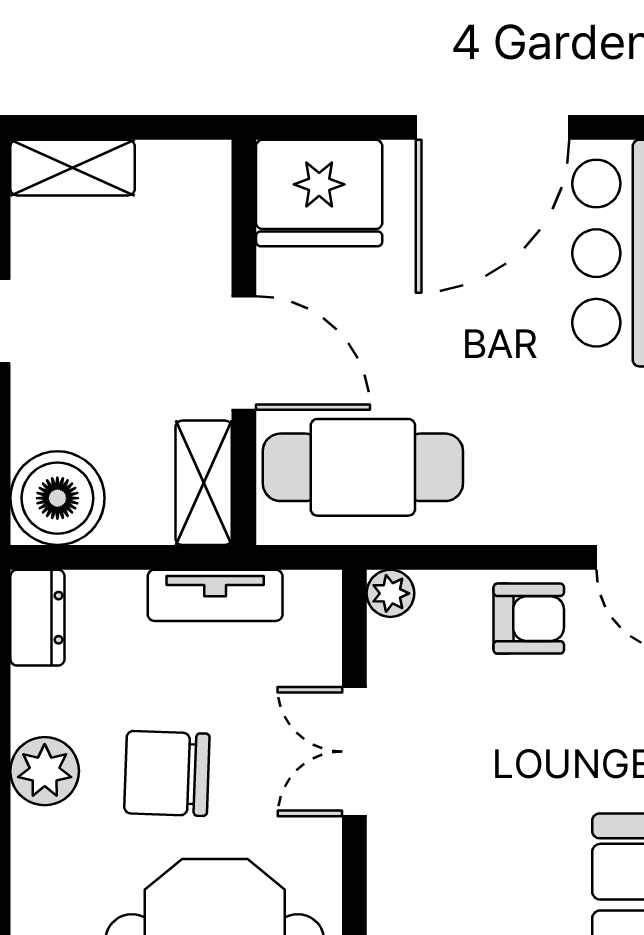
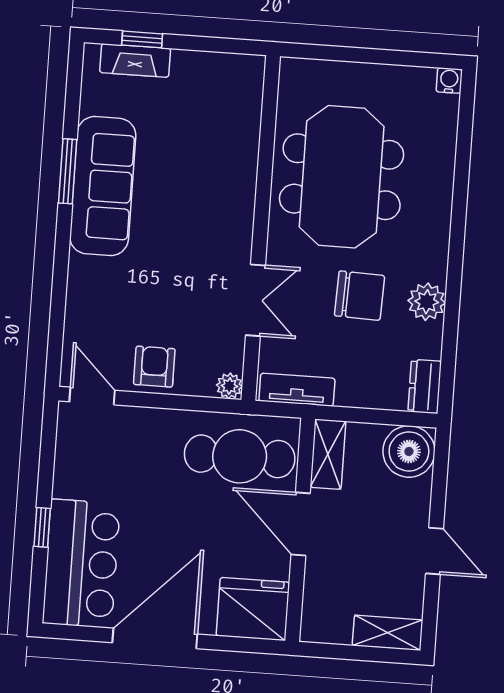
tv unit: (215, 595) -> (297, 390), moved
armchair: (529, 619) -> (154, 367), turned 90

